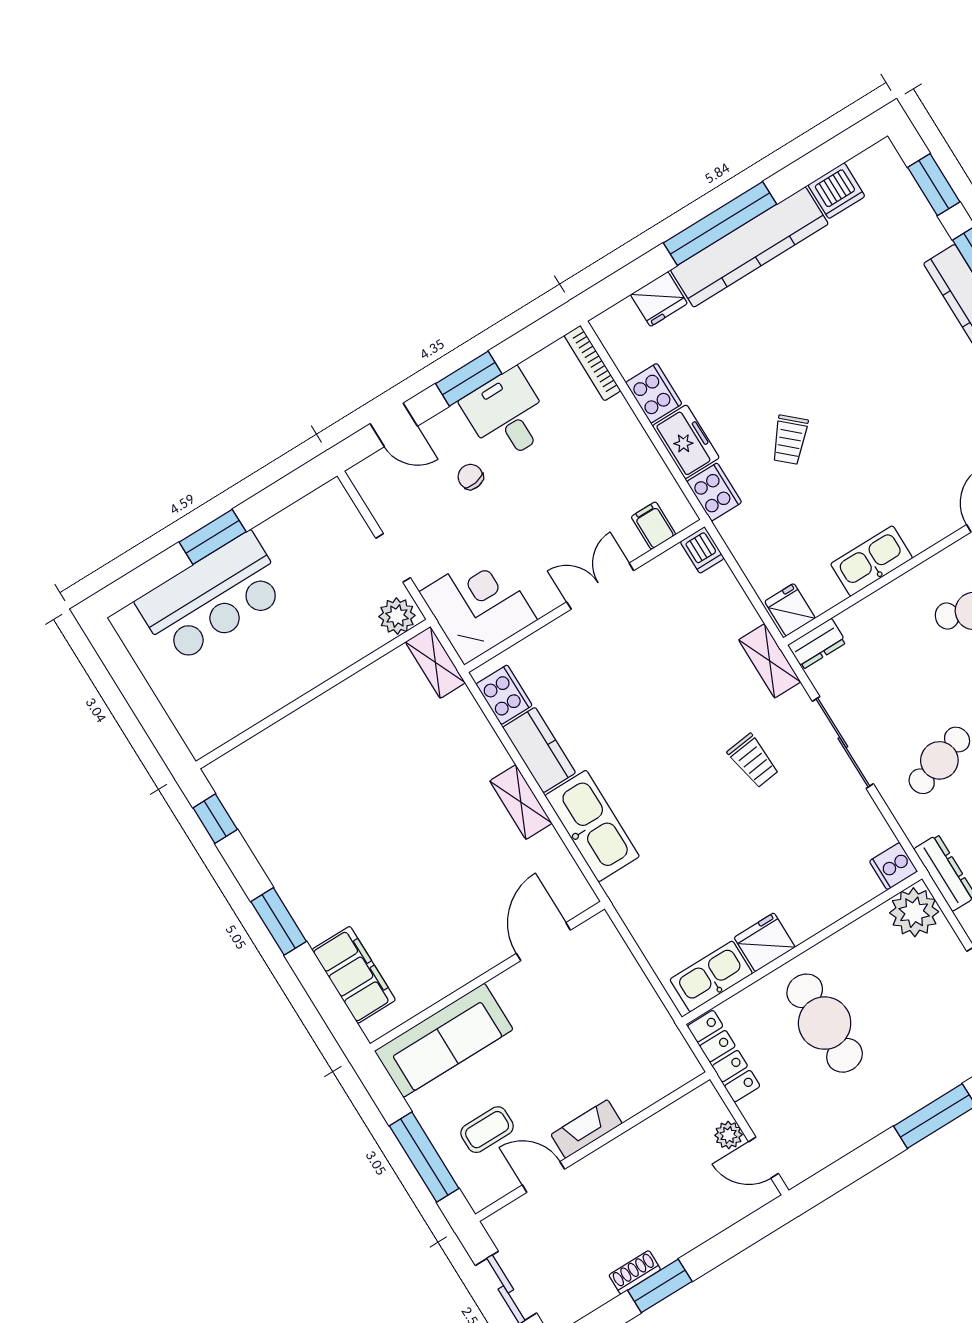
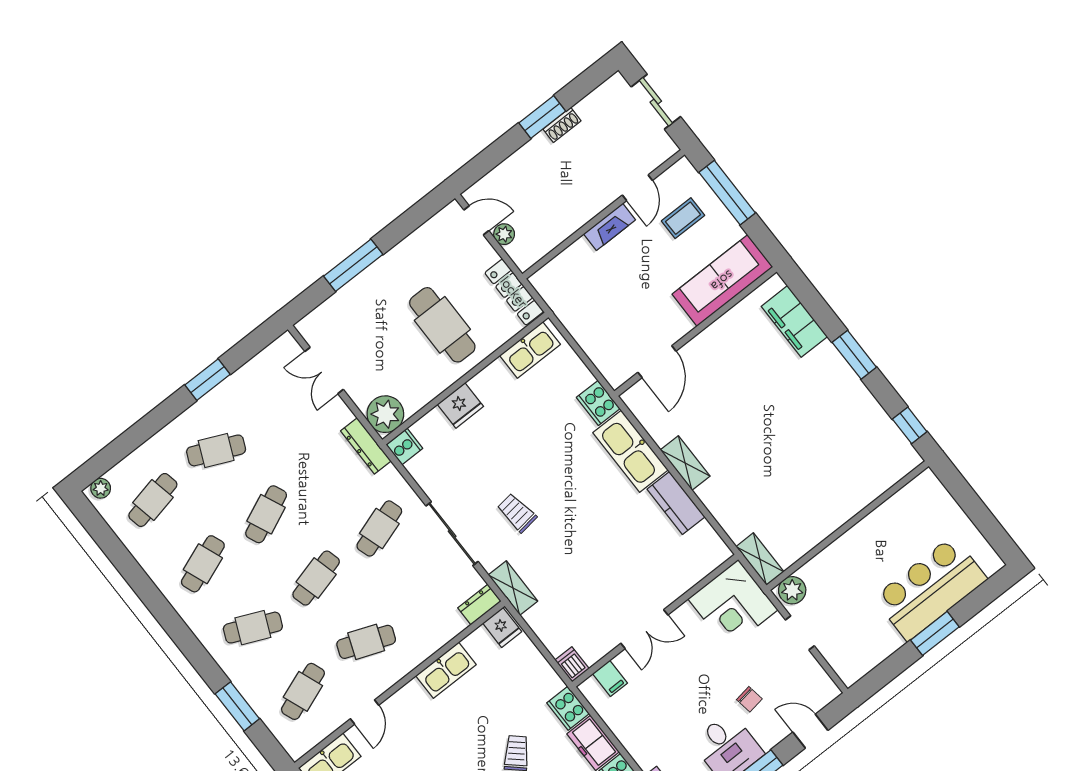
cooker: (504, 695) -> (598, 403), moved
fridge: (765, 942) -> (460, 405), moved
door: (543, 1177) -> (637, 188), hinge flipped

